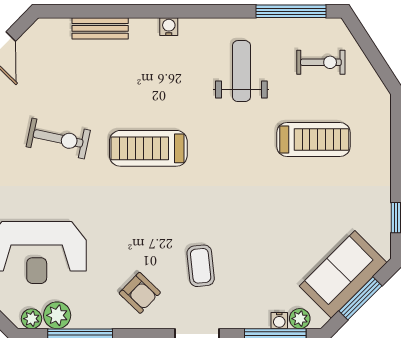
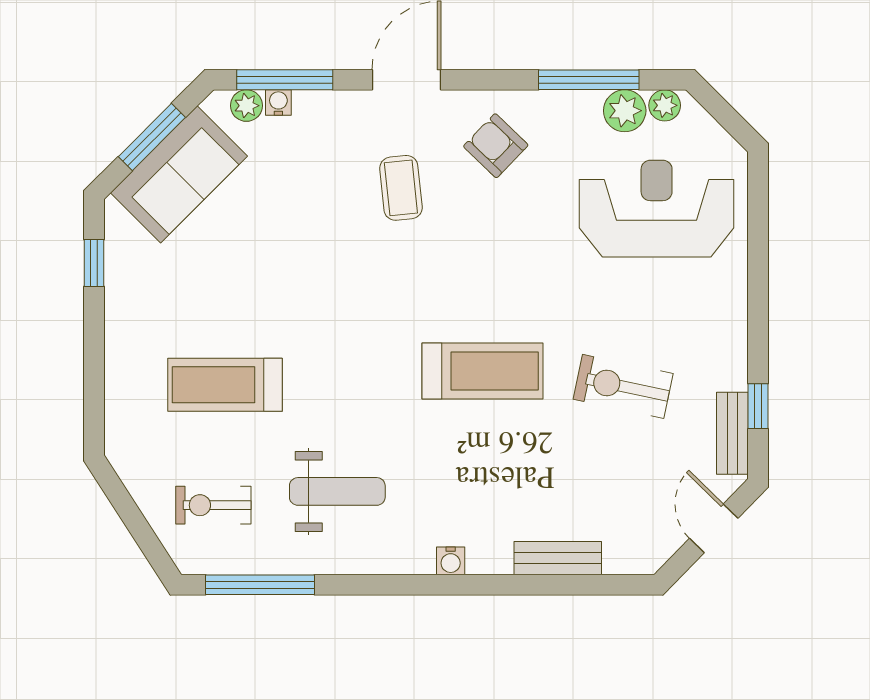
weight bench: (241, 71) -> (337, 491), turned -90

